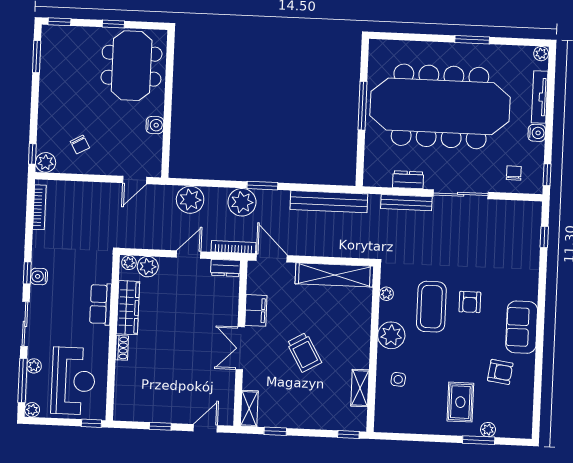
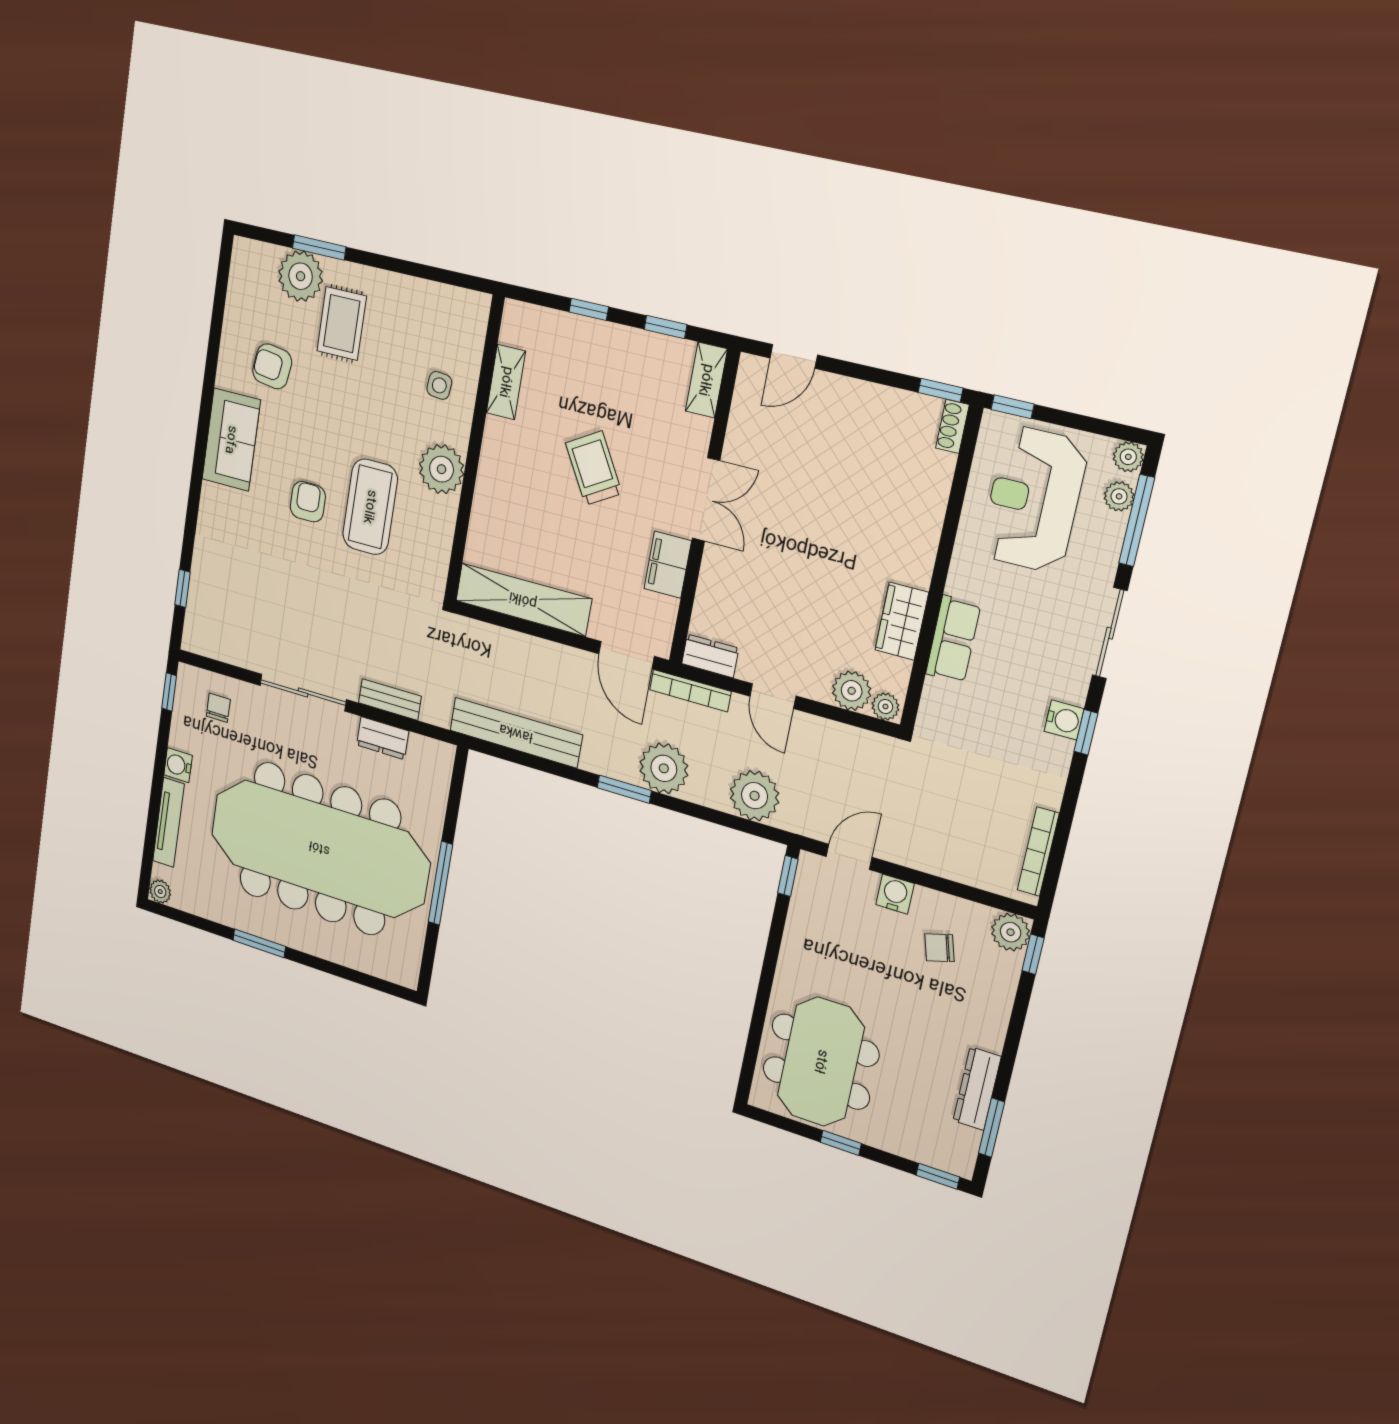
dresser: (48, 75) -> (977, 1089), added
water cooler: (155, 125) -> (895, 894), moved, turned 90
chair: (80, 145) -> (939, 948), turned -77
window: (165, 161) -> (788, 876), added
chair: (514, 173) -> (218, 708), turned 180
bench: (406, 203) -> (390, 699), width x0.73
door: (189, 254) -> (773, 696), hinge flipped
plant: (386, 294) -> (441, 546), removed
wardrobe: (128, 308) -> (902, 621), width x0.67
shoe rack: (122, 348) -> (952, 426), moved
plant: (34, 366) -> (1119, 496), moved
window: (160, 426) -> (941, 390), moved
plant: (488, 430) -> (301, 276), width x1.87, depth x1.87
window: (348, 434) -> (589, 309), moved

